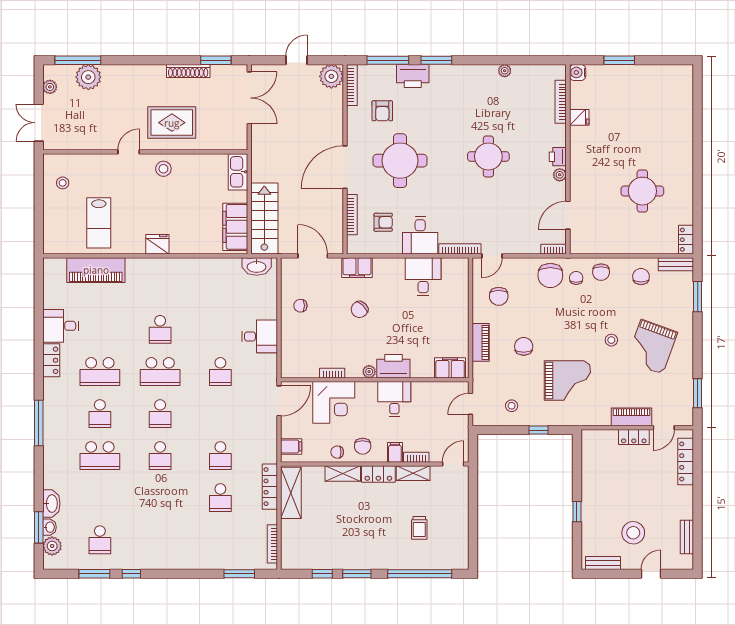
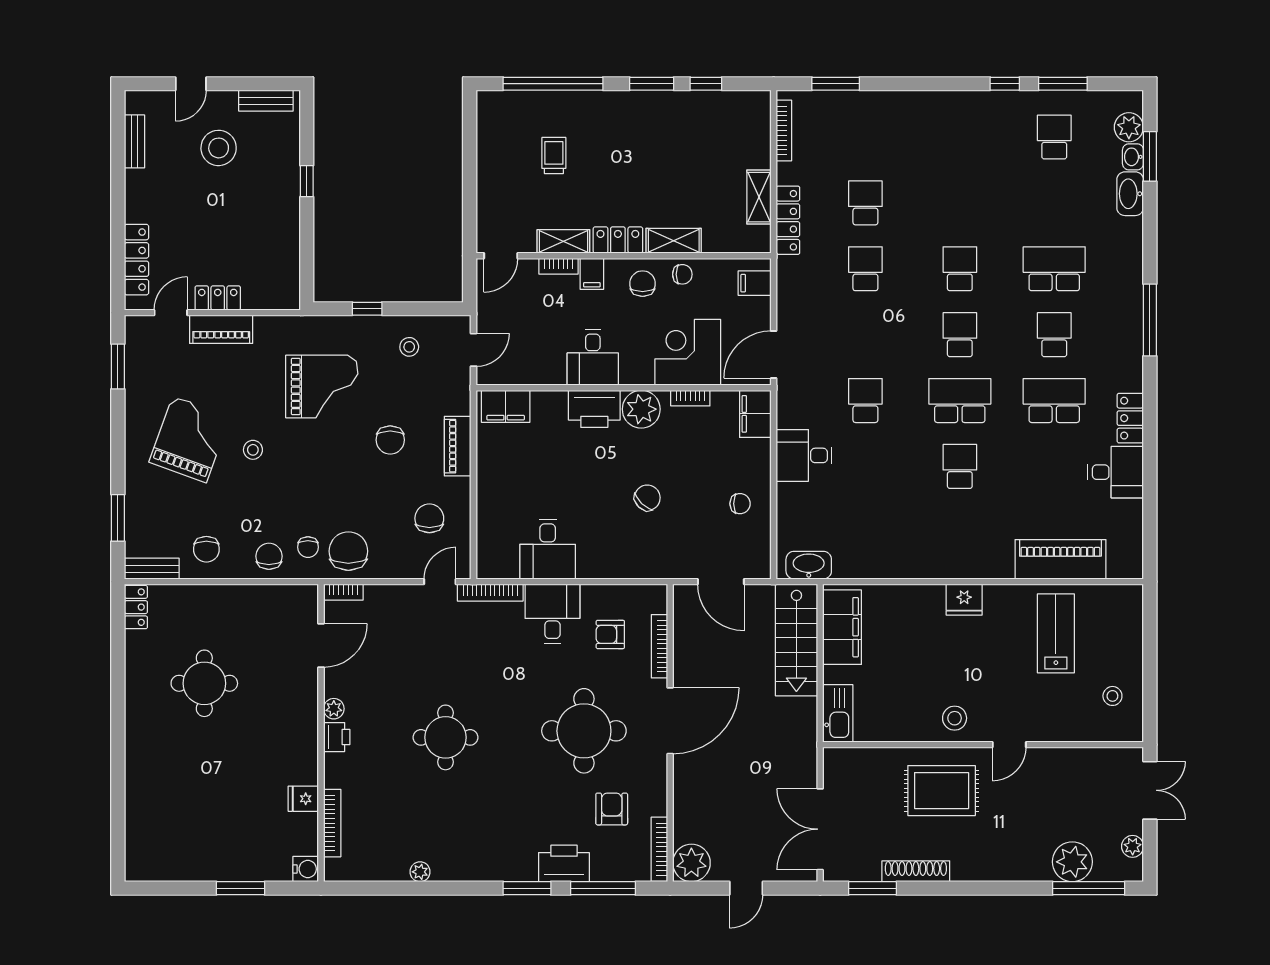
filing cabinet: (357, 268) -> (755, 414), moved, turned -90
plant: (369, 372) -> (641, 409), width x1.87, depth x1.87
grand piano: (567, 380) -> (322, 386), turned 180
shelving: (291, 493) -> (759, 197), width x0.67, depth x0.75

